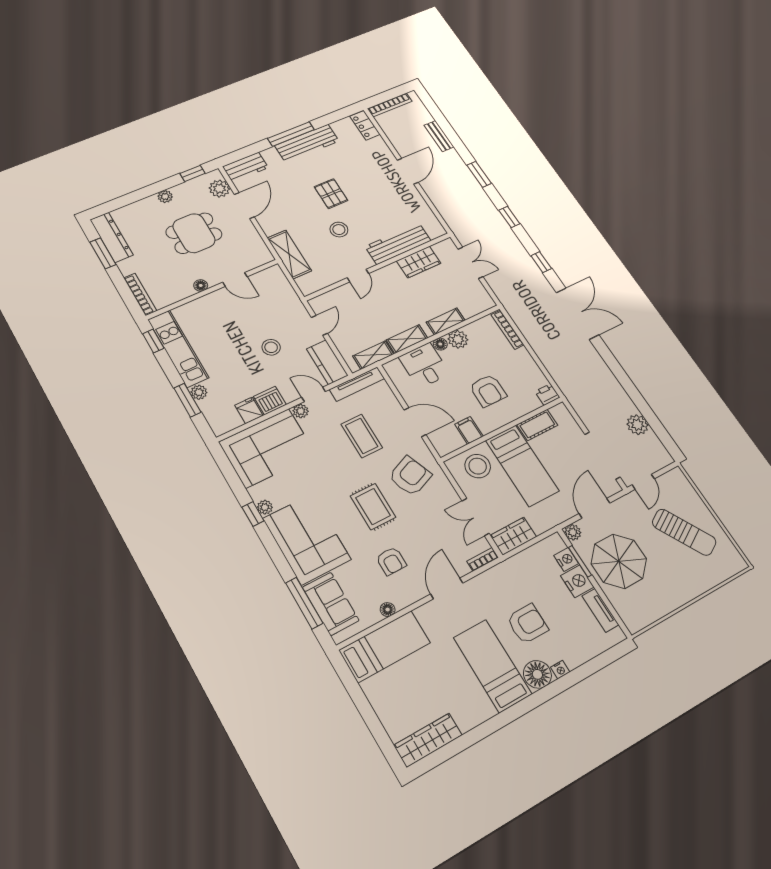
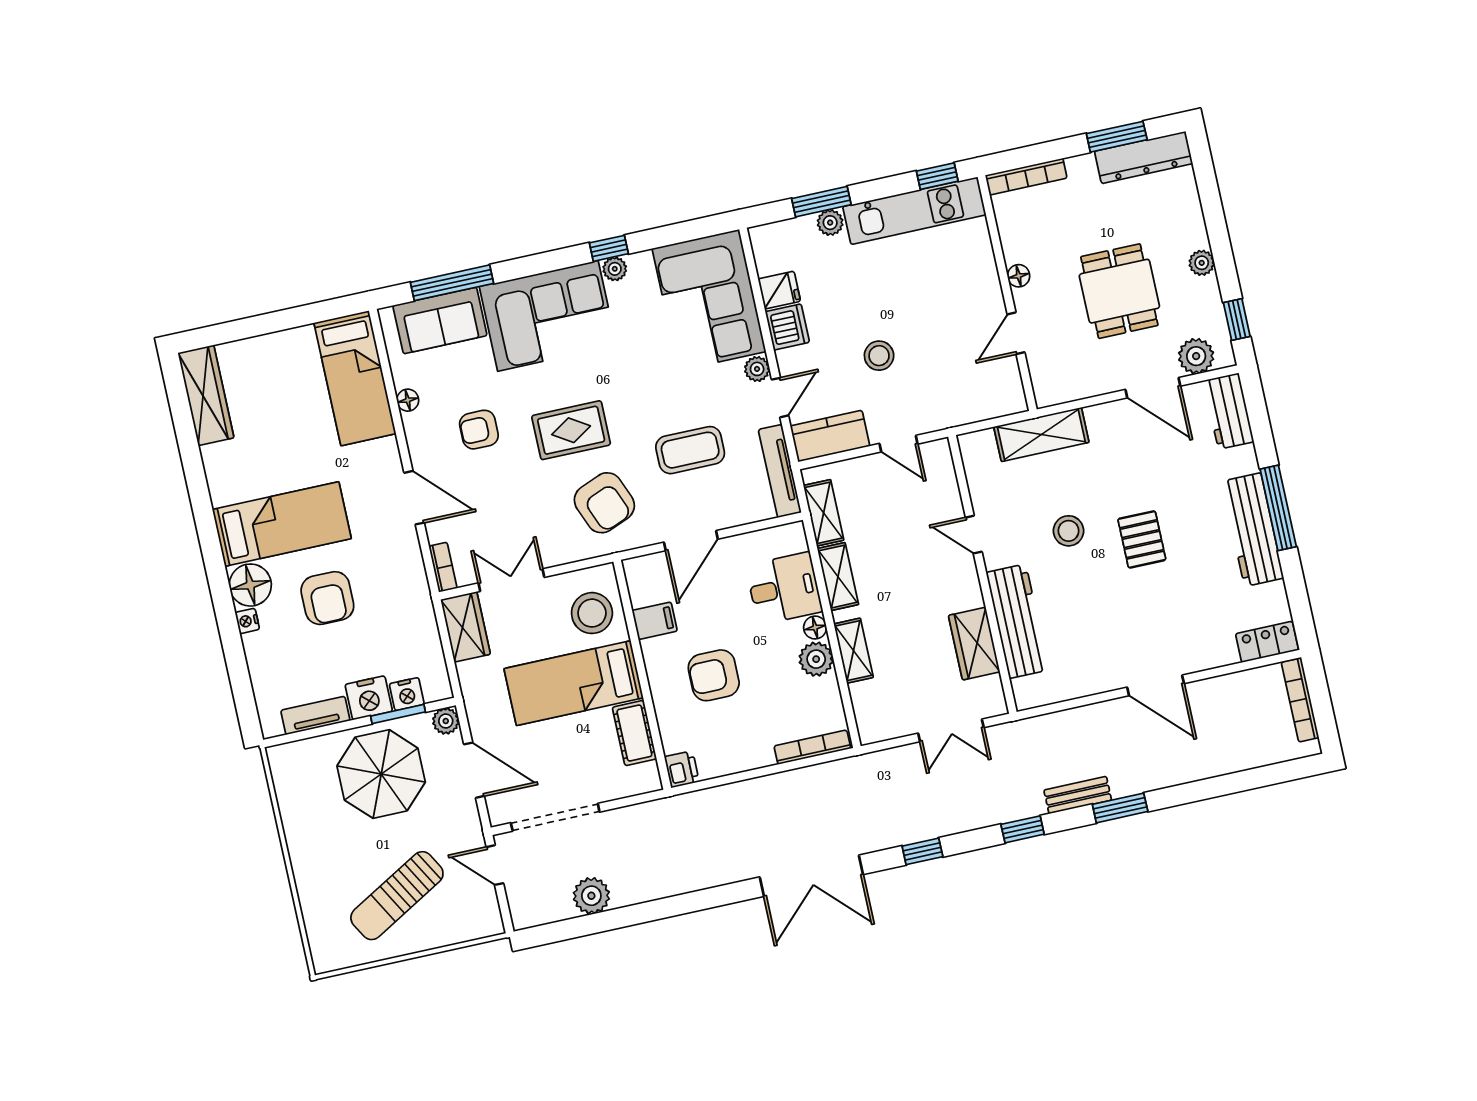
bench: (439, 136) -> (1078, 795), moved
pallet: (331, 194) -> (1142, 539), turned 90

